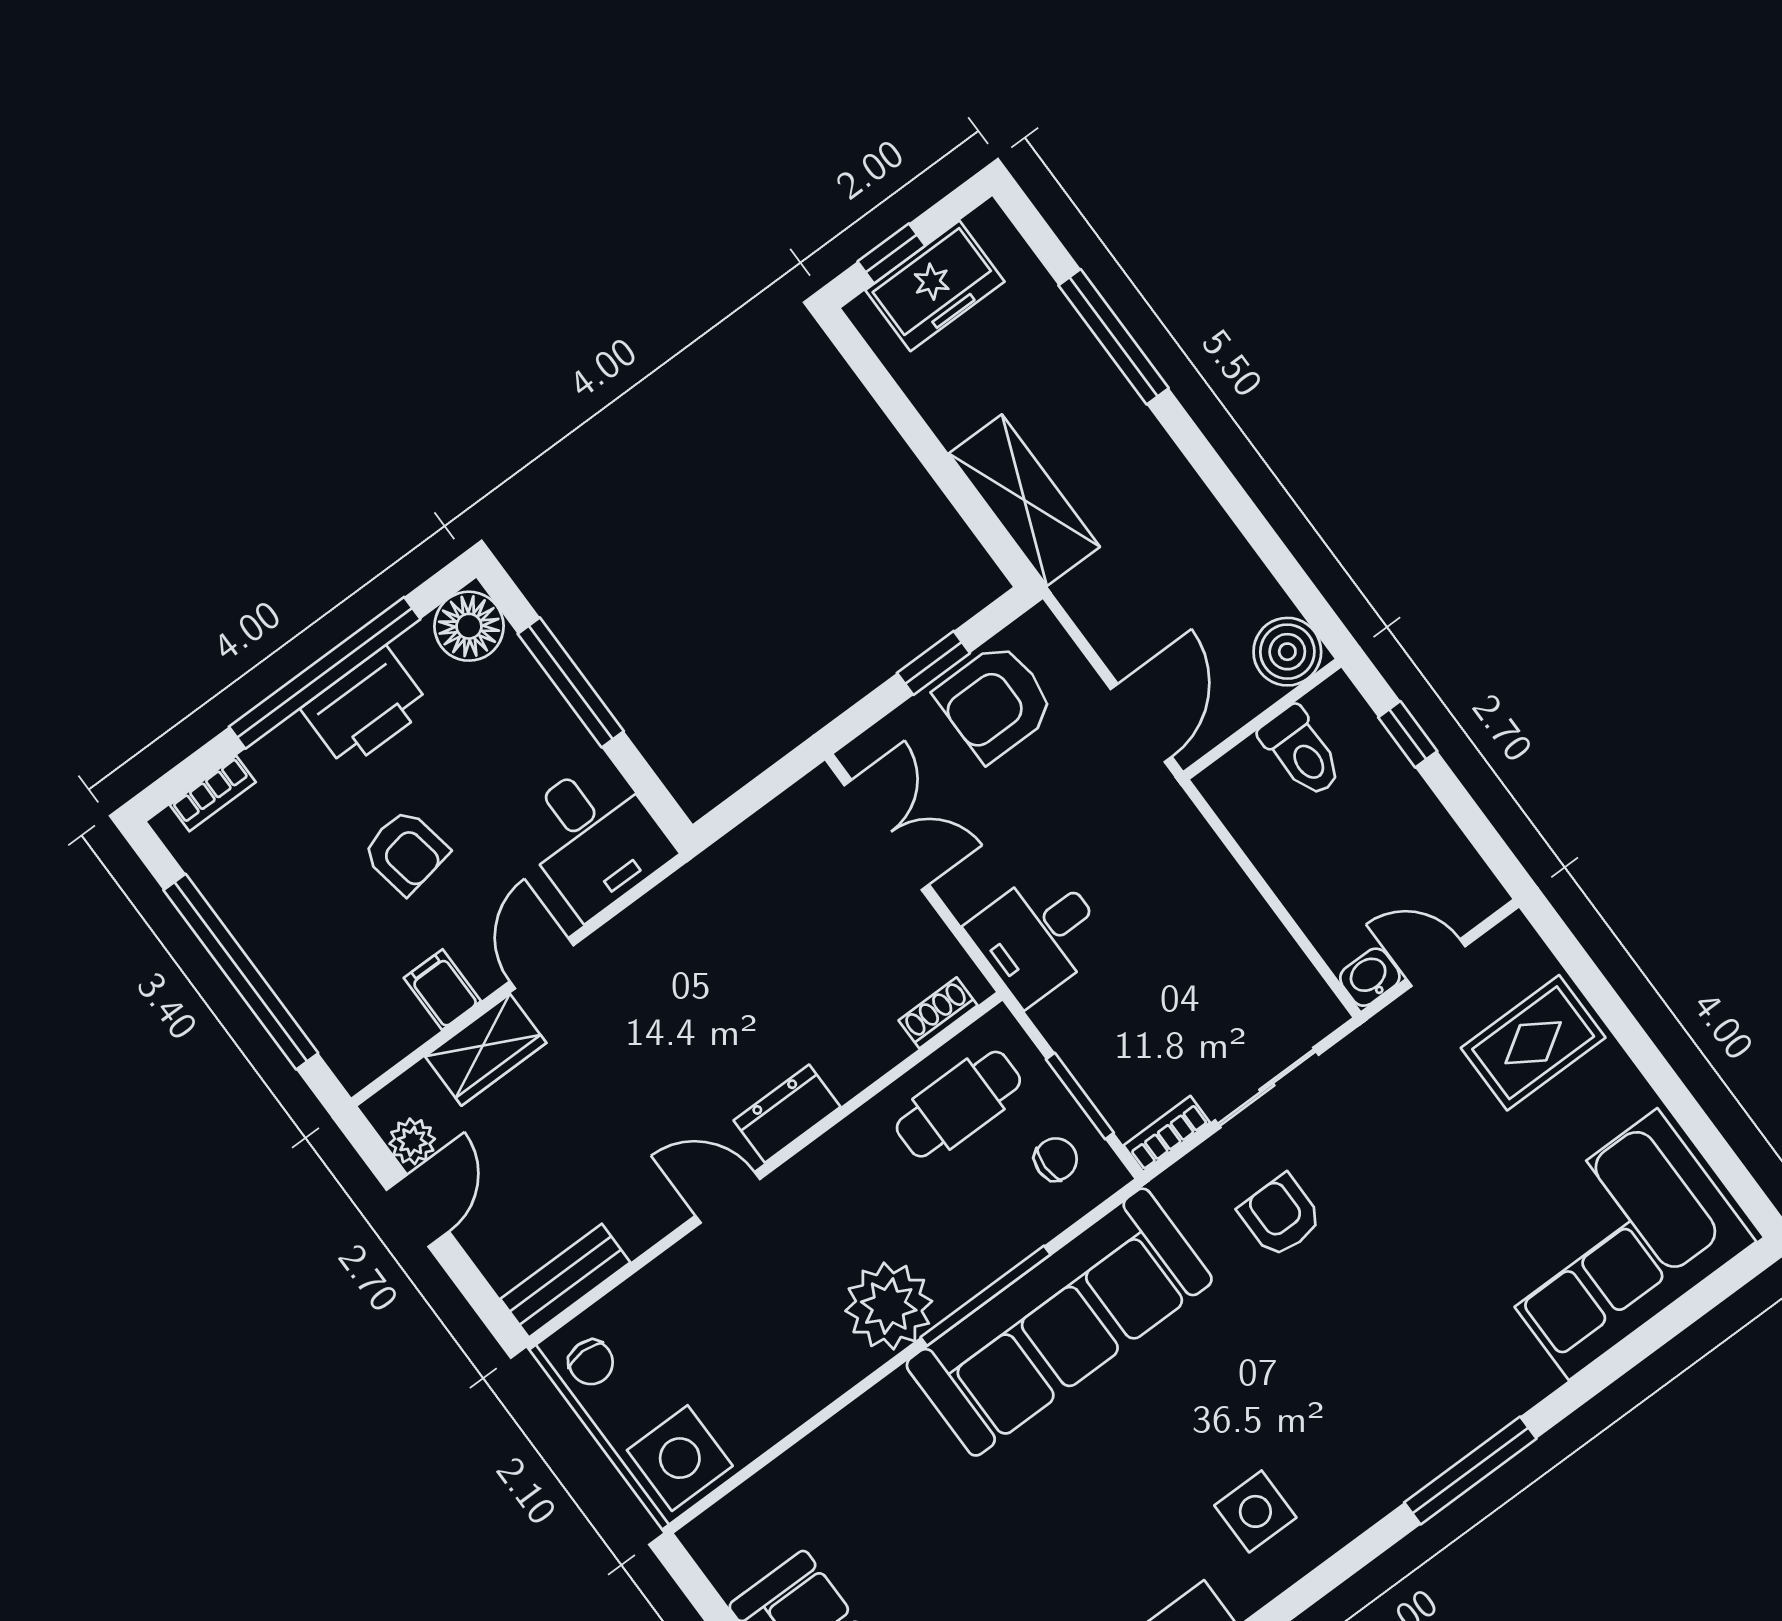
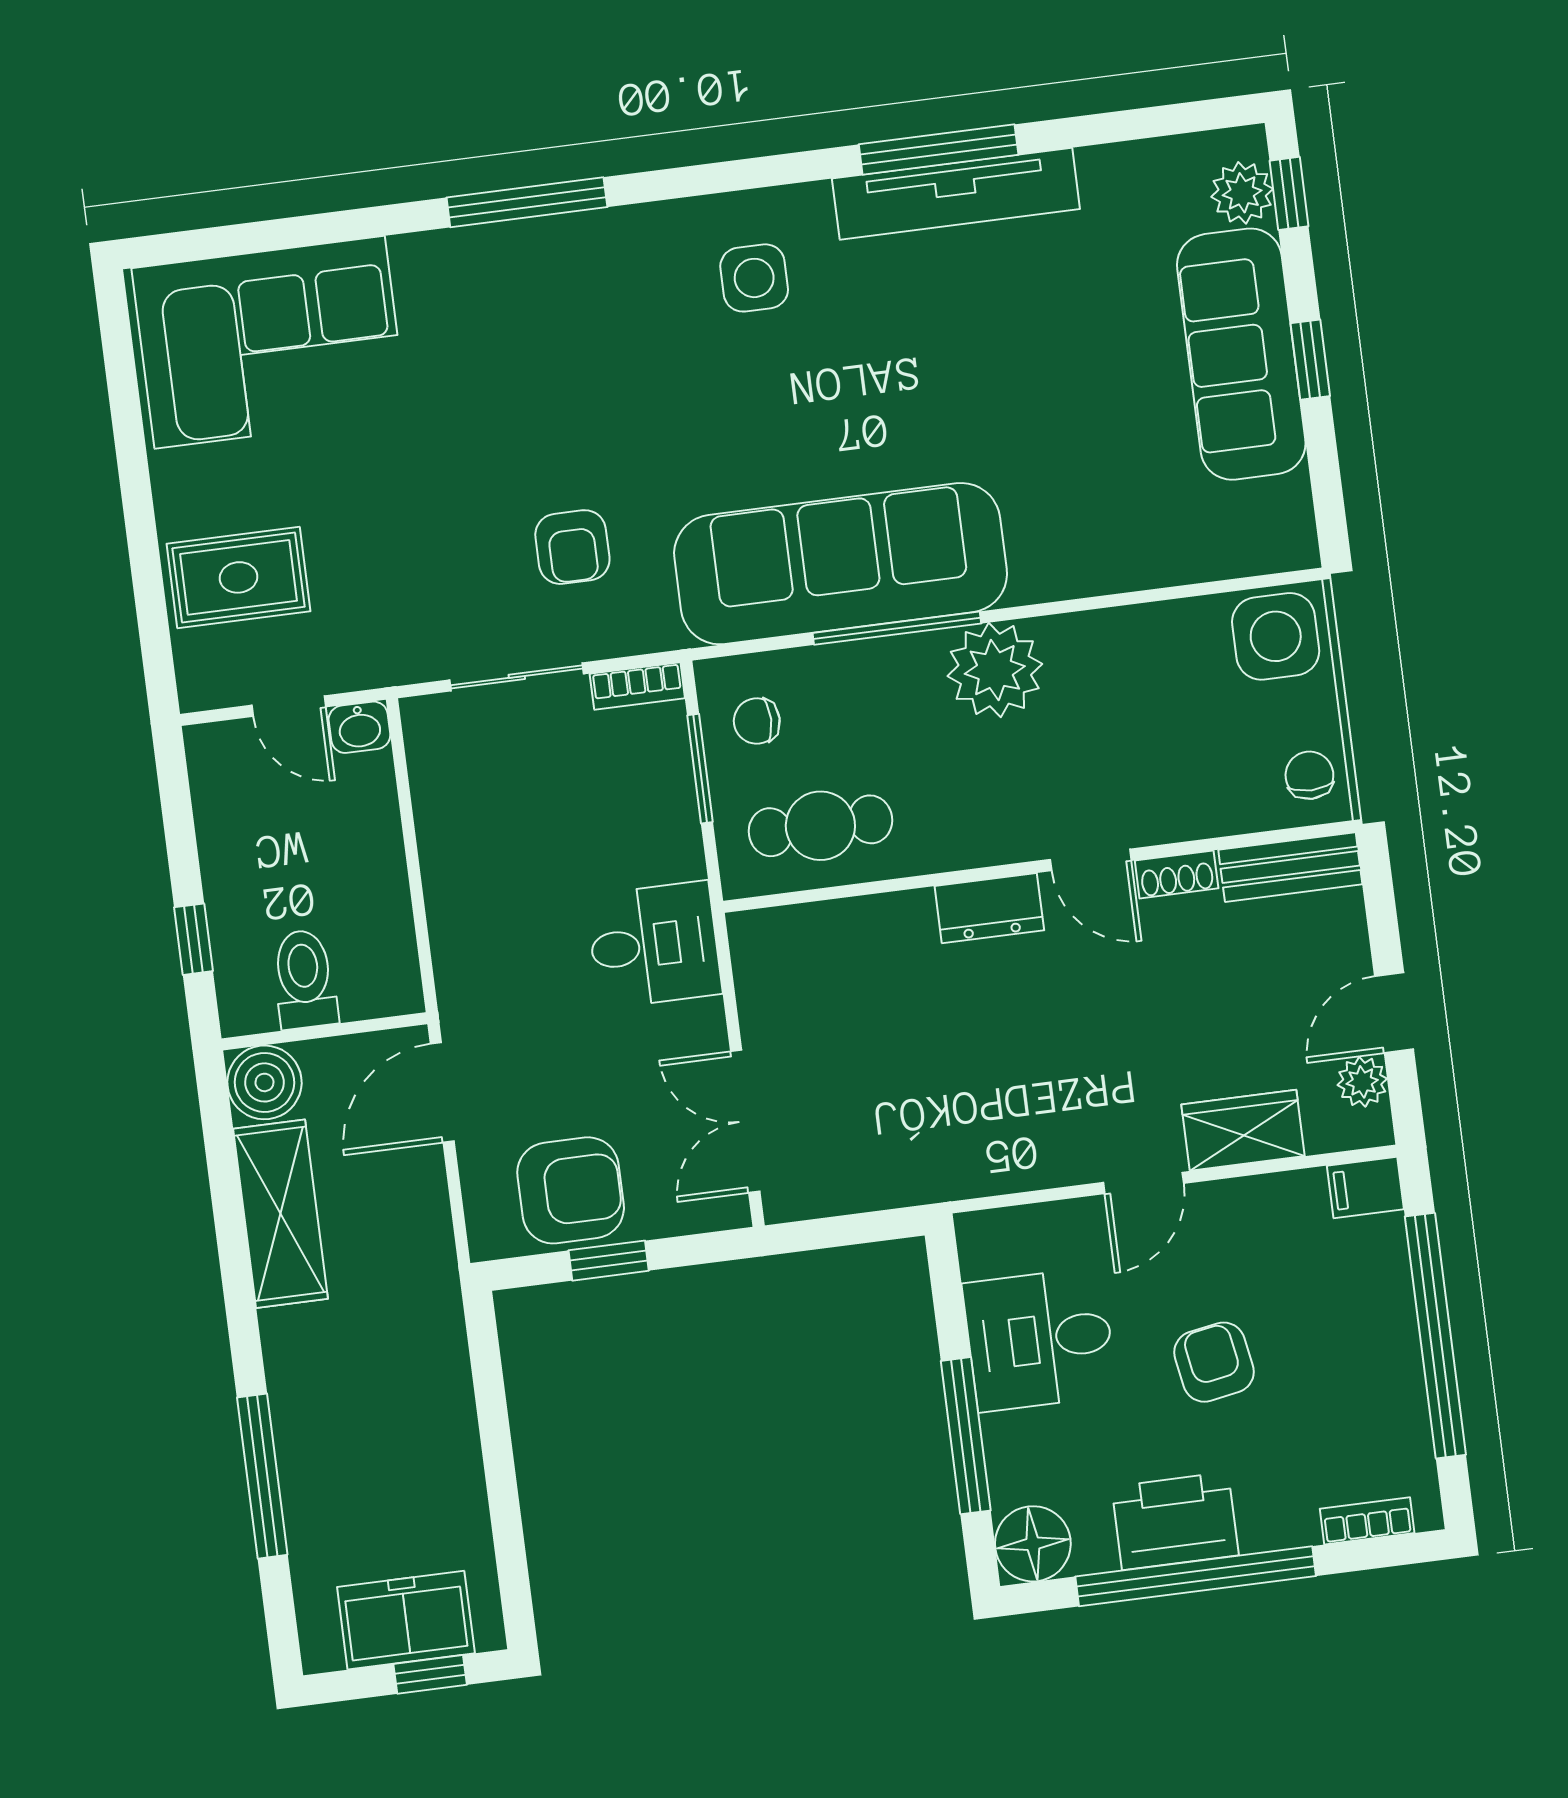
shelving: (1024, 500) -> (280, 1214), moved
desk: (594, 837) -> (1040, 1339), moved, turned -90
filing cabinet: (442, 990) -> (1365, 1187), moved, turned 90
shoe rack: (938, 1013) -> (1177, 874), moved

